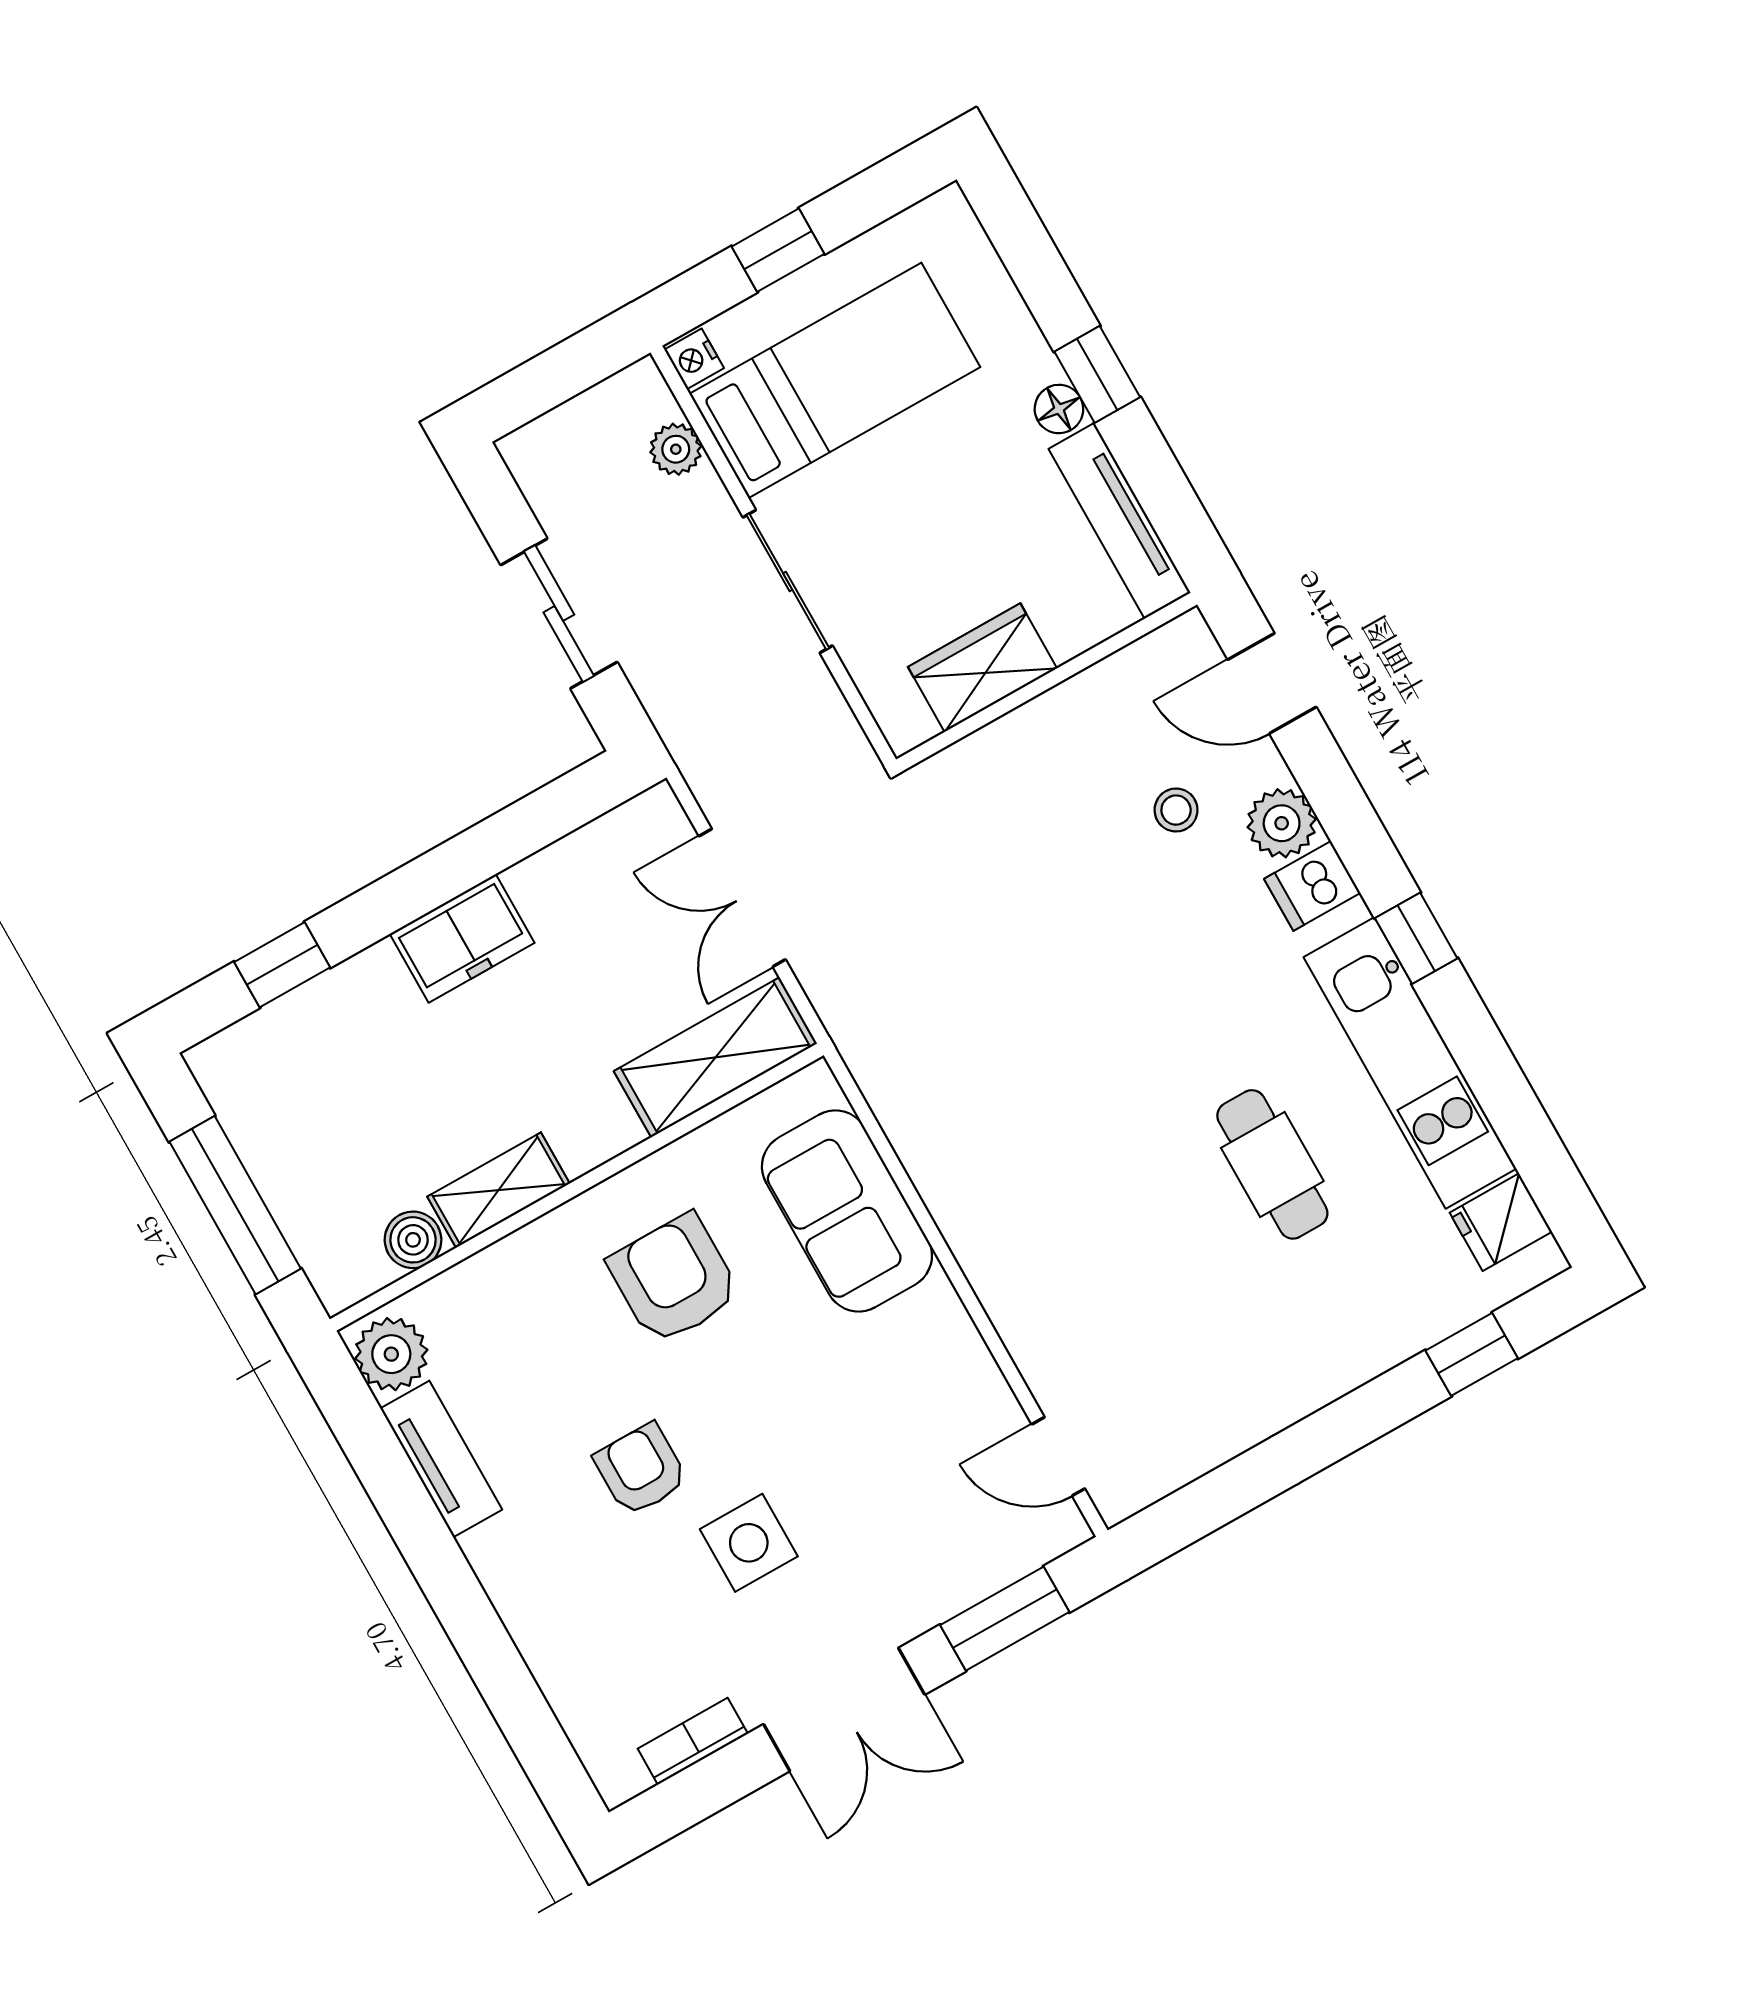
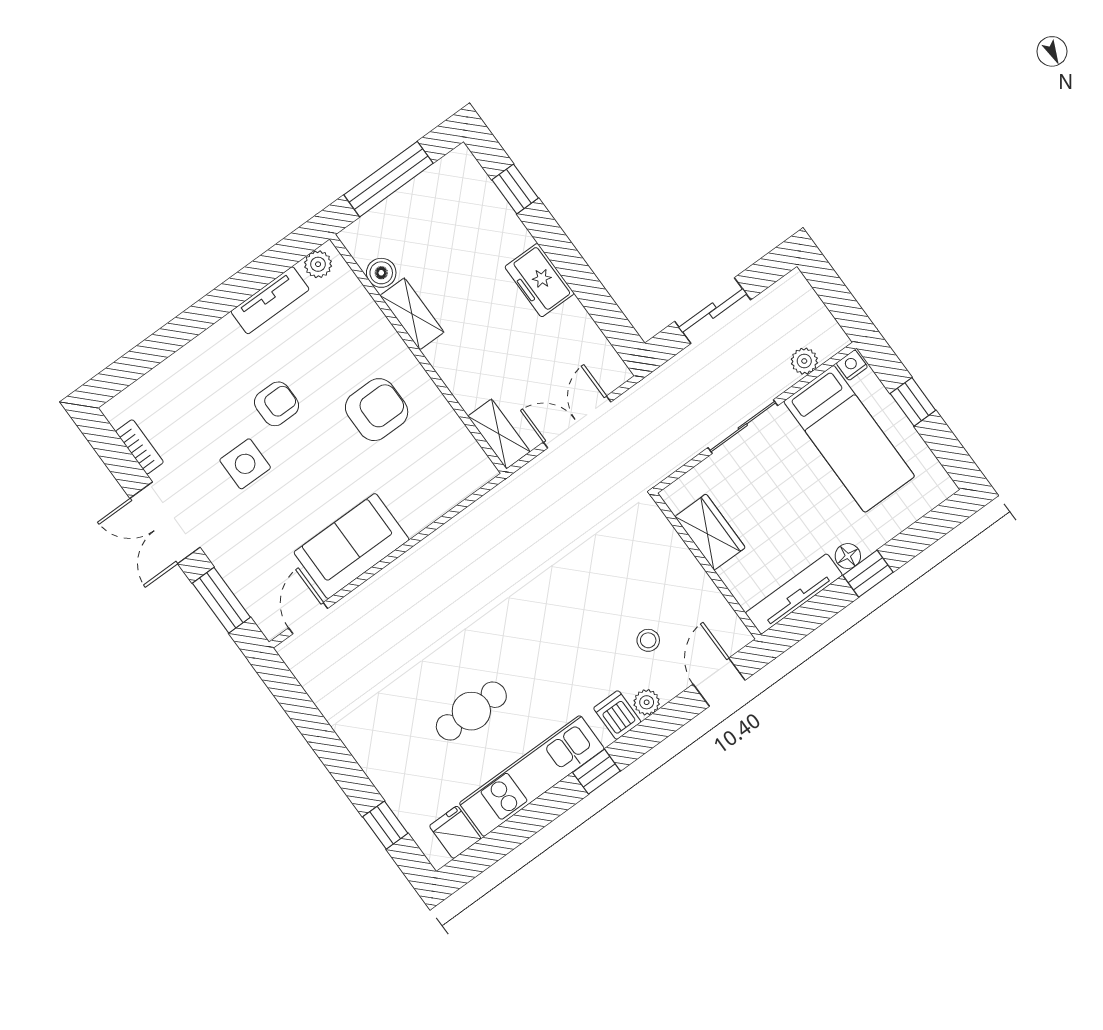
plant: (1282, 823) -> (647, 702), width x0.73, depth x0.73
shelving: (715, 1057) -> (499, 434), width x0.67, depth x0.75
sofa: (847, 1211) -> (352, 546), moved
plant: (391, 1354) -> (318, 264), width x0.73, depth x0.73

